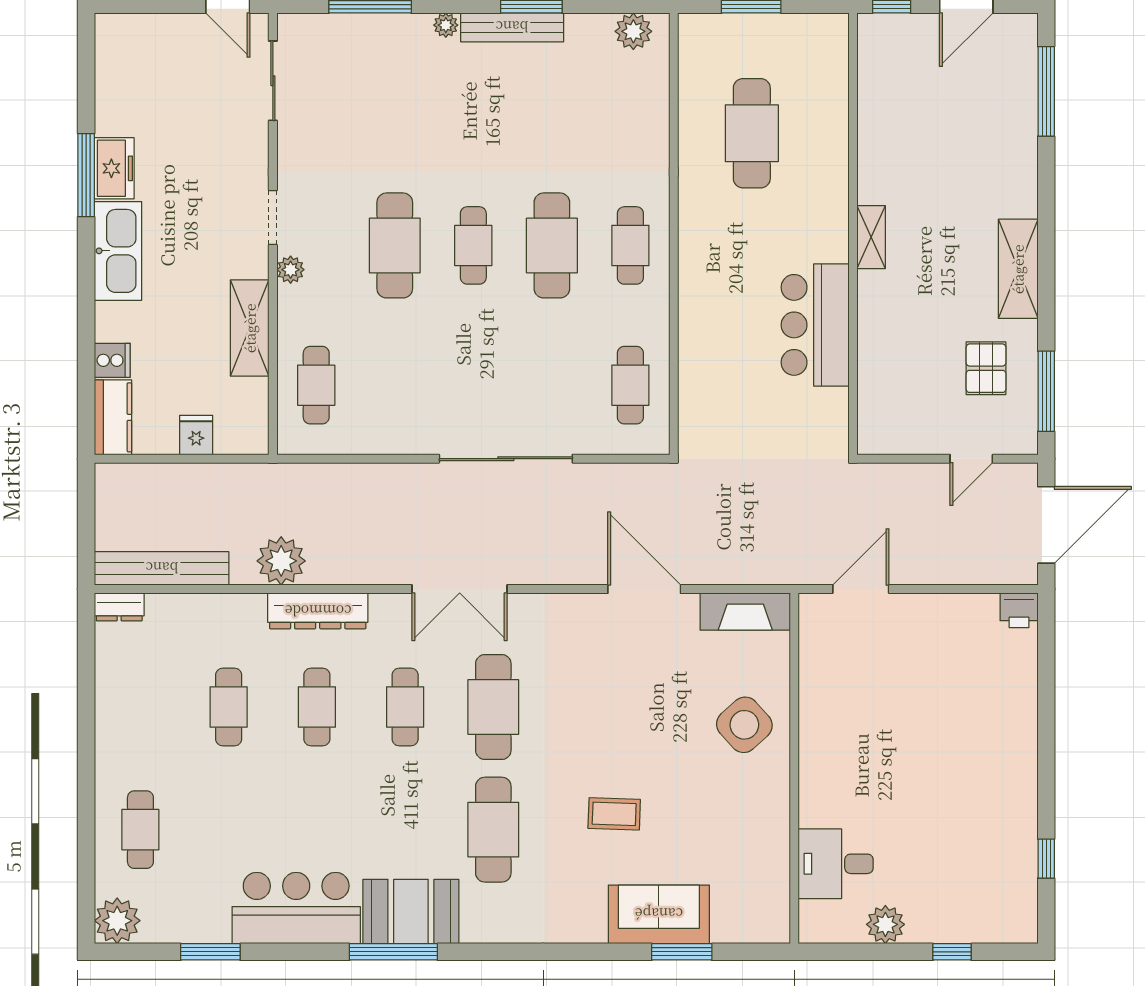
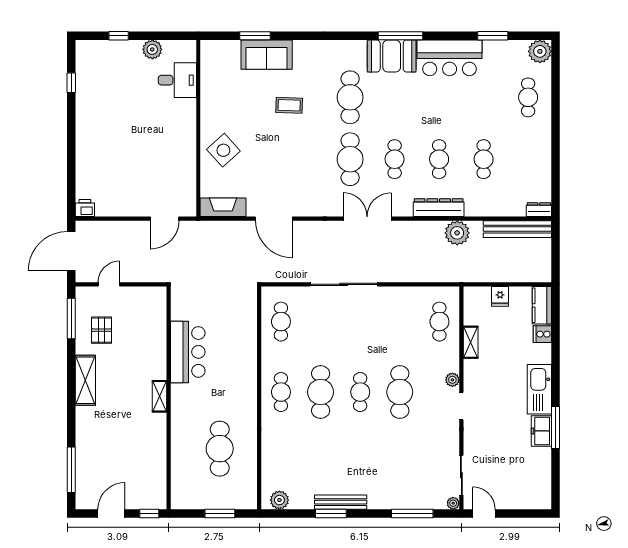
plant: (446, 25) -> (453, 503), moved
shelving: (250, 328) -> (471, 342), width x0.67, depth x0.75

